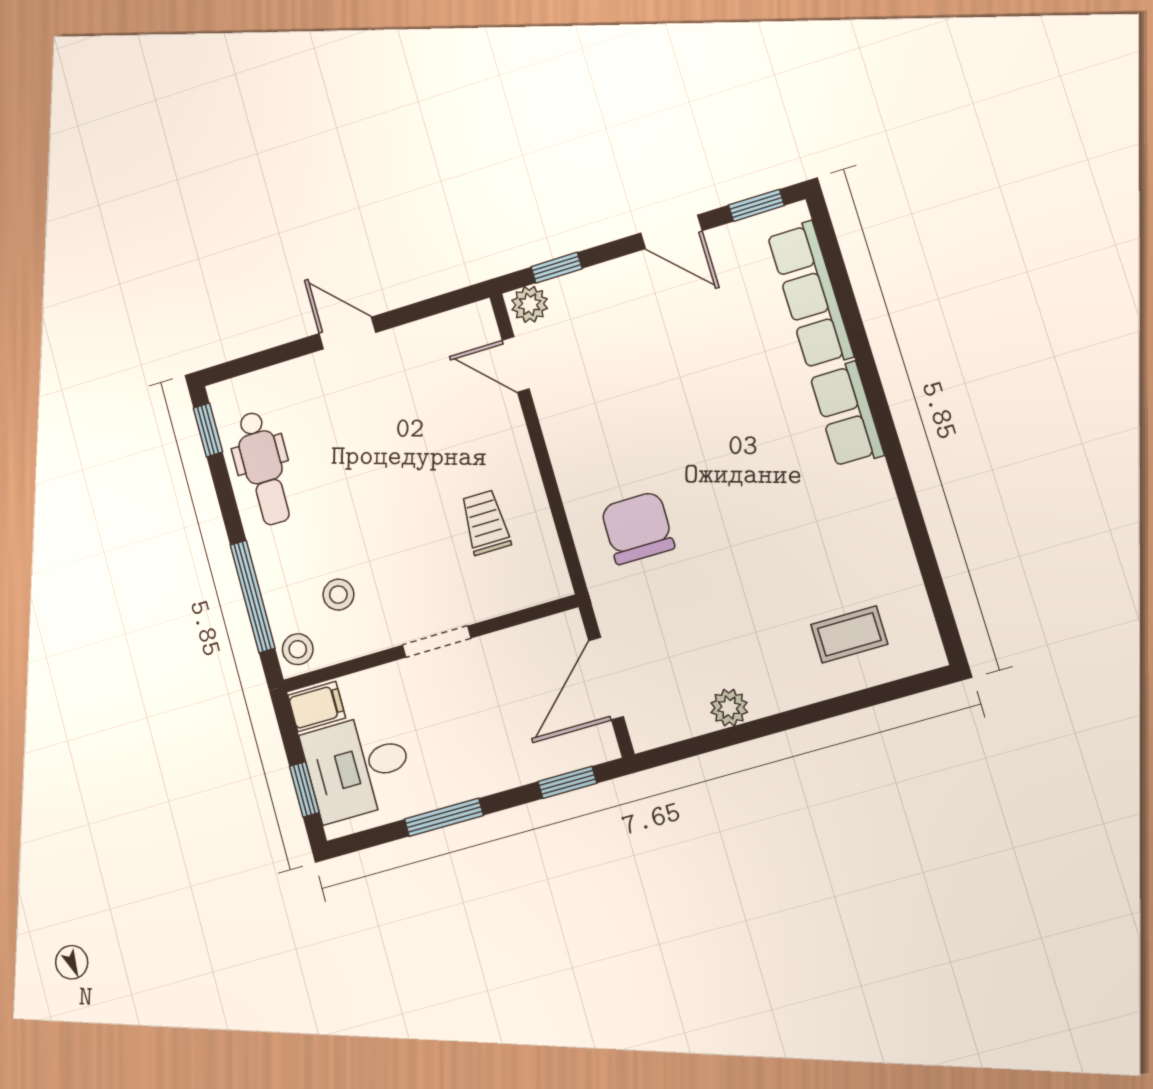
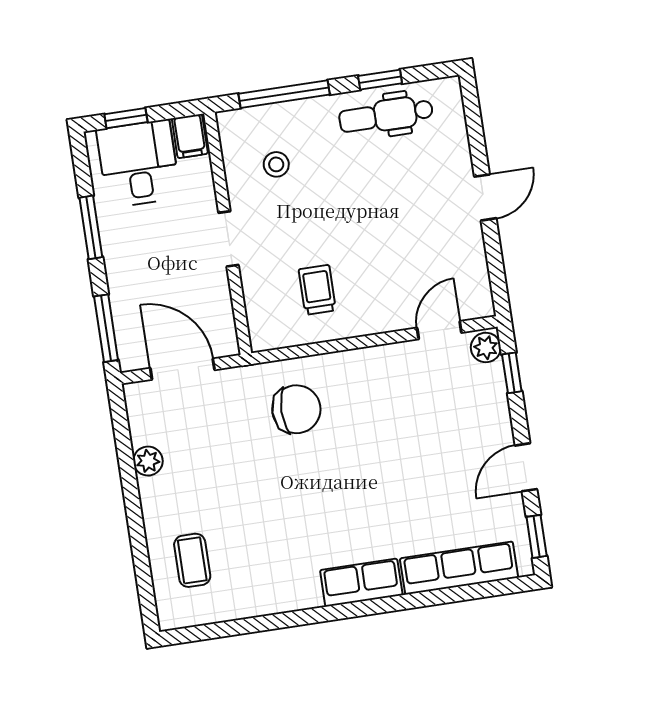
window: (208, 430) -> (380, 80), moved
trolley: (485, 522) -> (317, 290), turned -90
stool: (298, 649) -> (237, 126), removed
window: (567, 782) -> (106, 328), width x1.50

